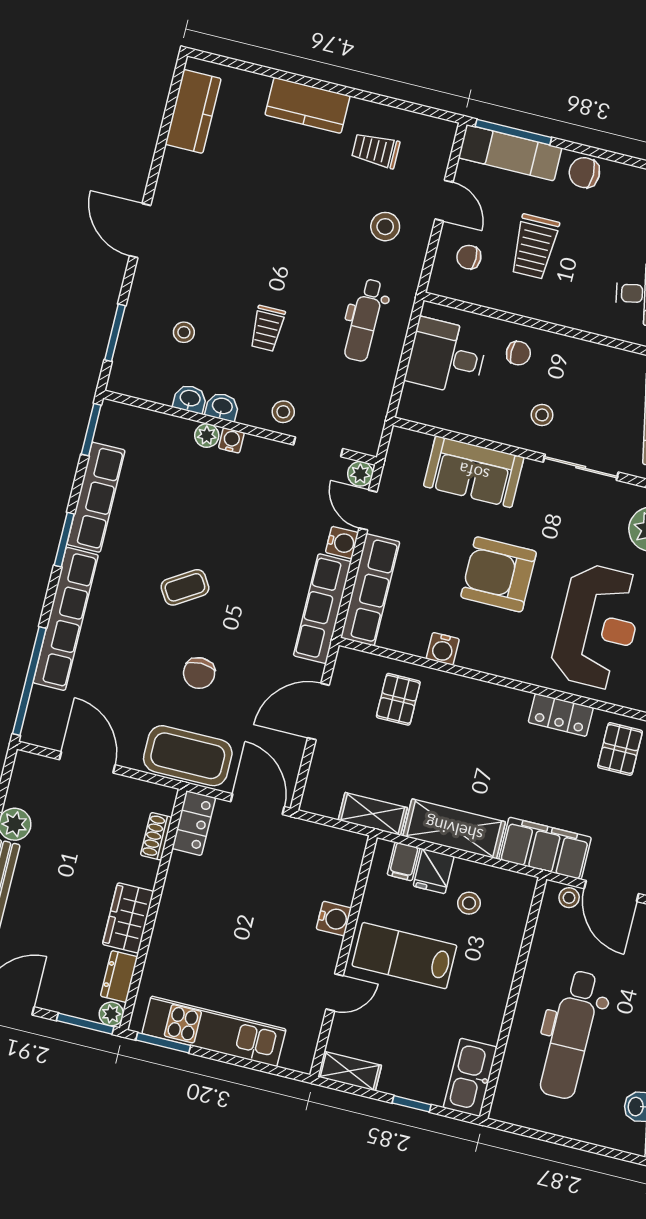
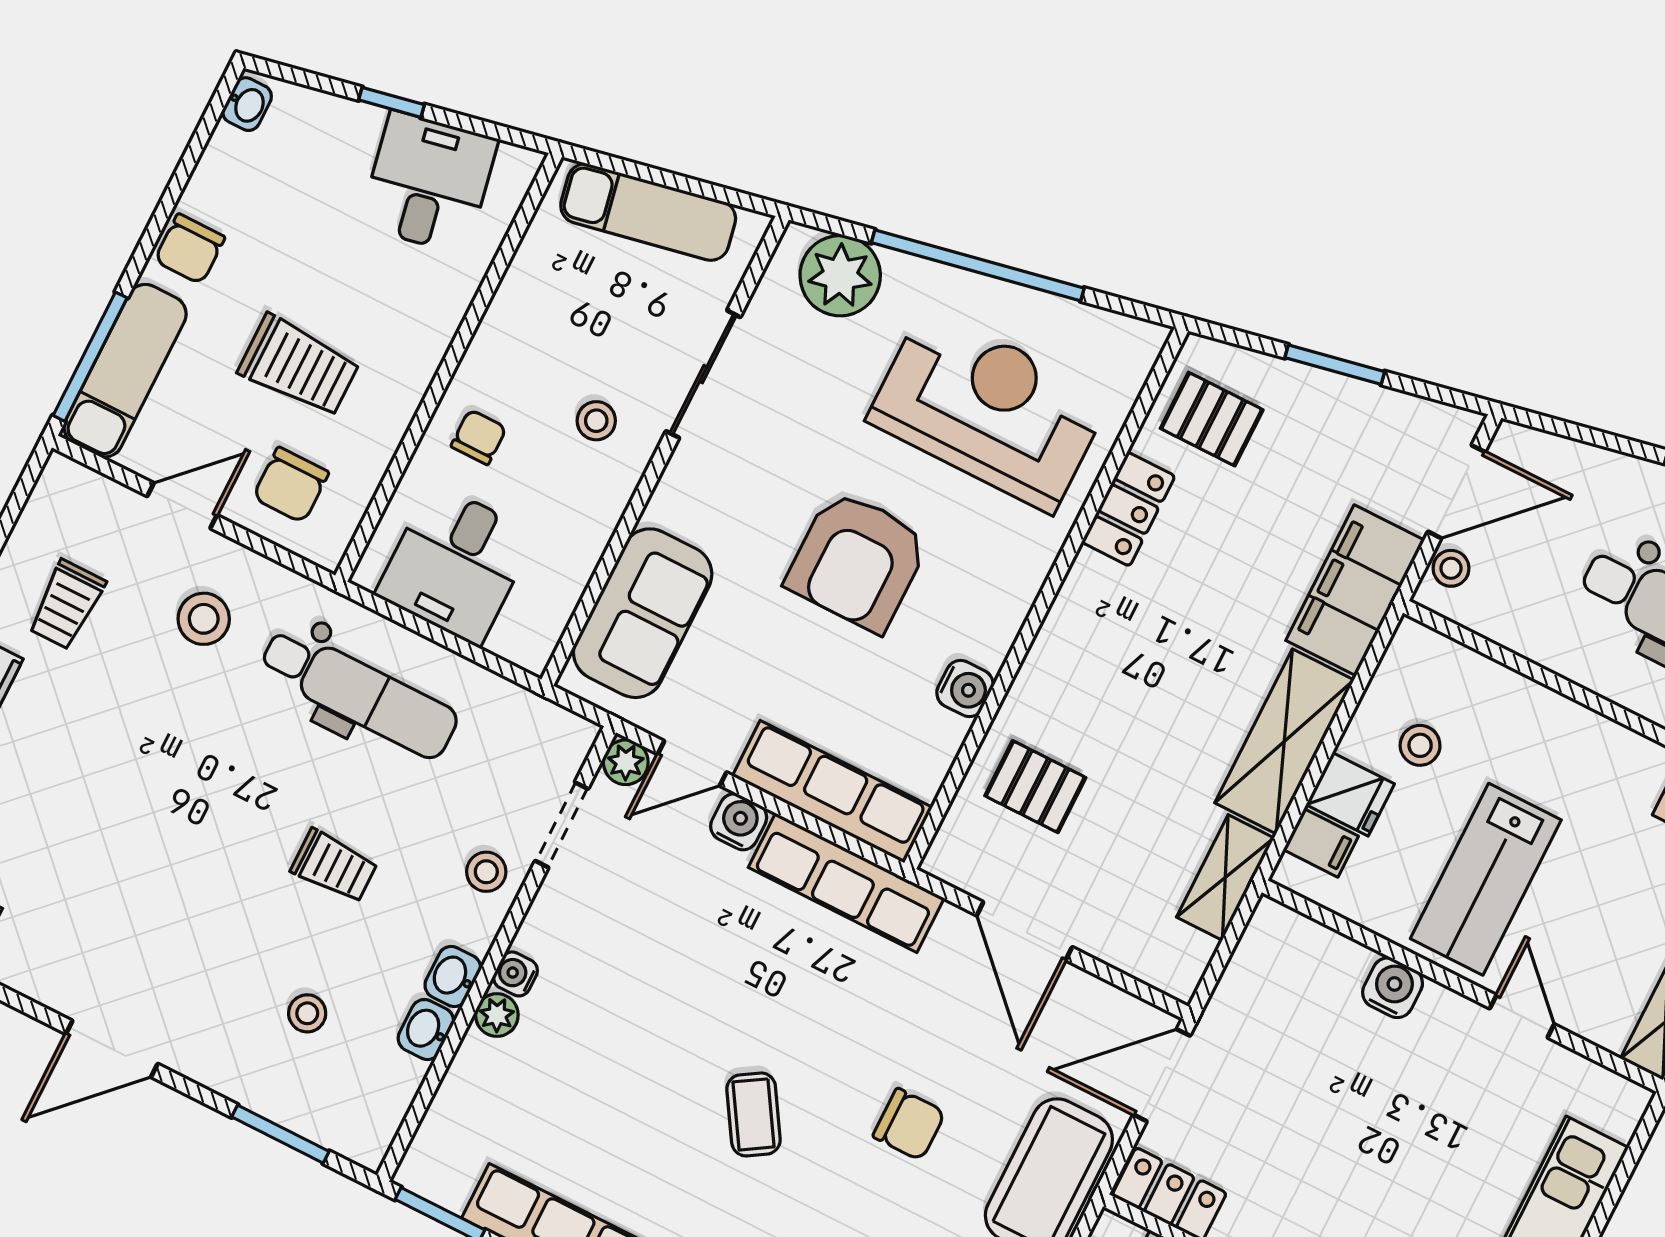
chair: (469, 257) -> (291, 485), width x1.37, depth x1.37
dental chair: (364, 320) -> (359, 693), width x1.36, depth x1.38
sofa: (474, 472) -> (643, 613), moved

